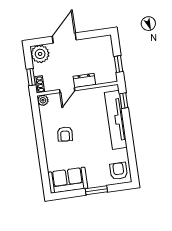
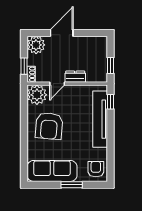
plant: (43, 100) -> (37, 95), width x1.88, depth x1.88
armchair: (65, 134) -> (49, 126), width x1.88, depth x1.88
sofa: (68, 180) -> (52, 171), width x1.36

